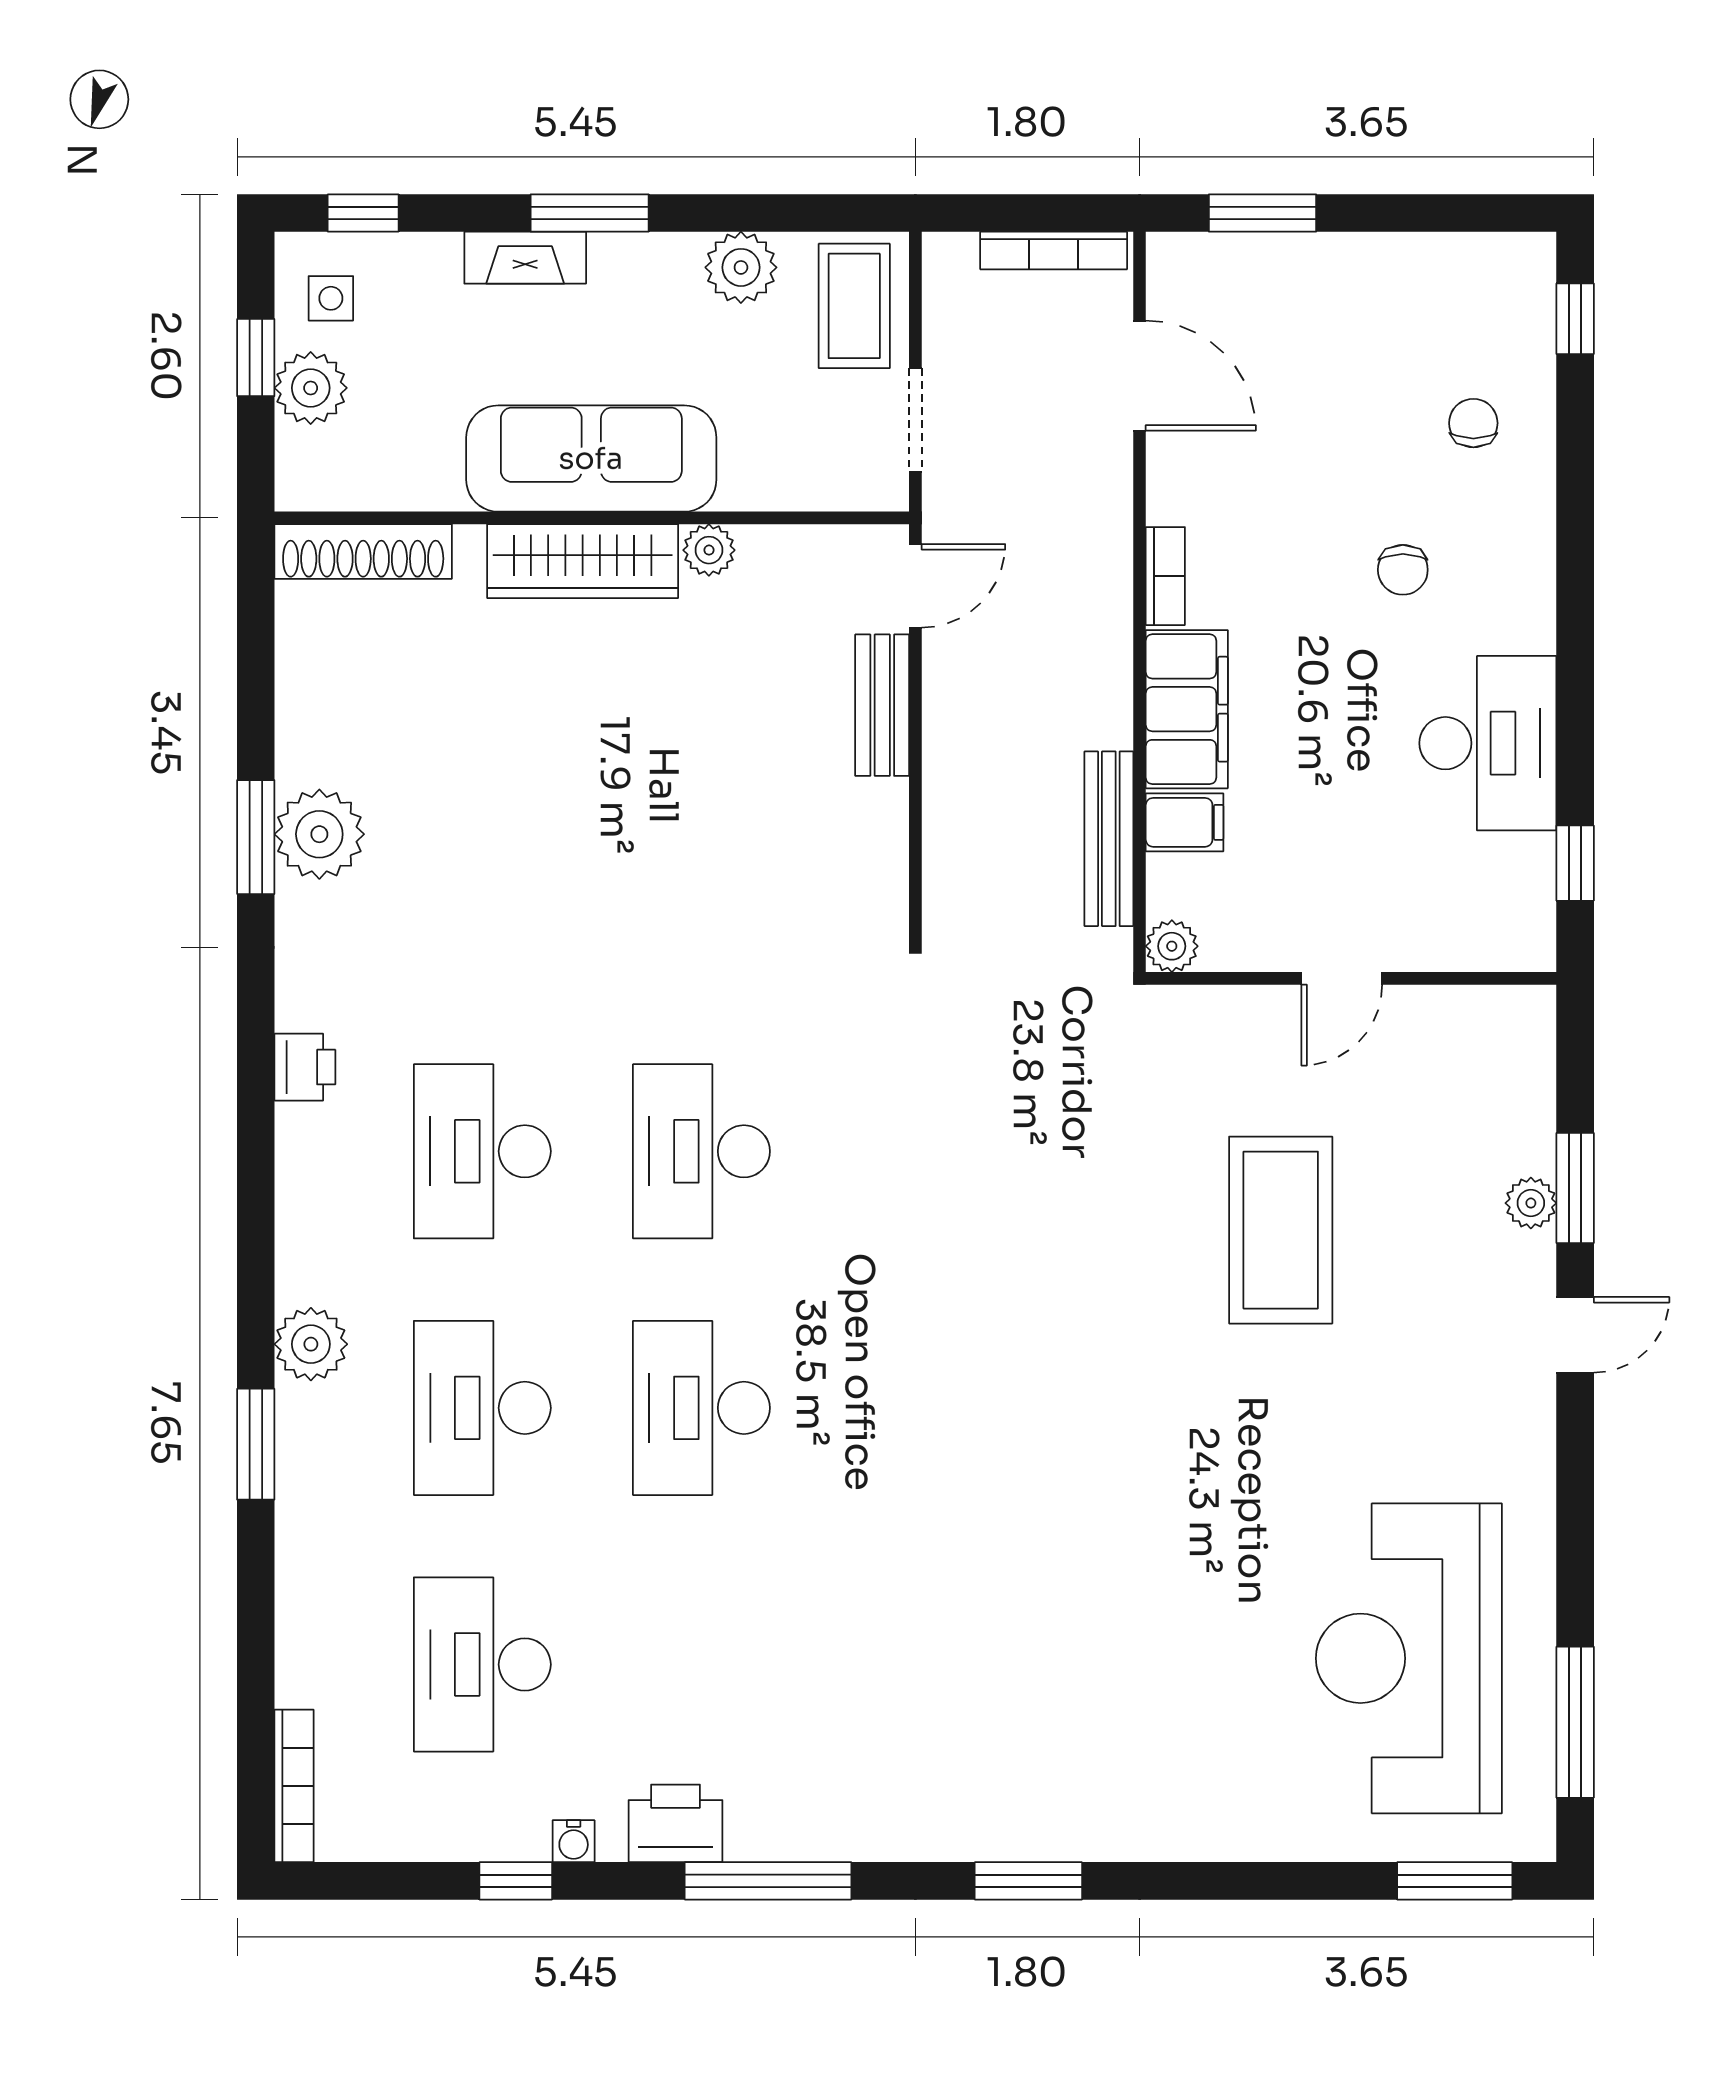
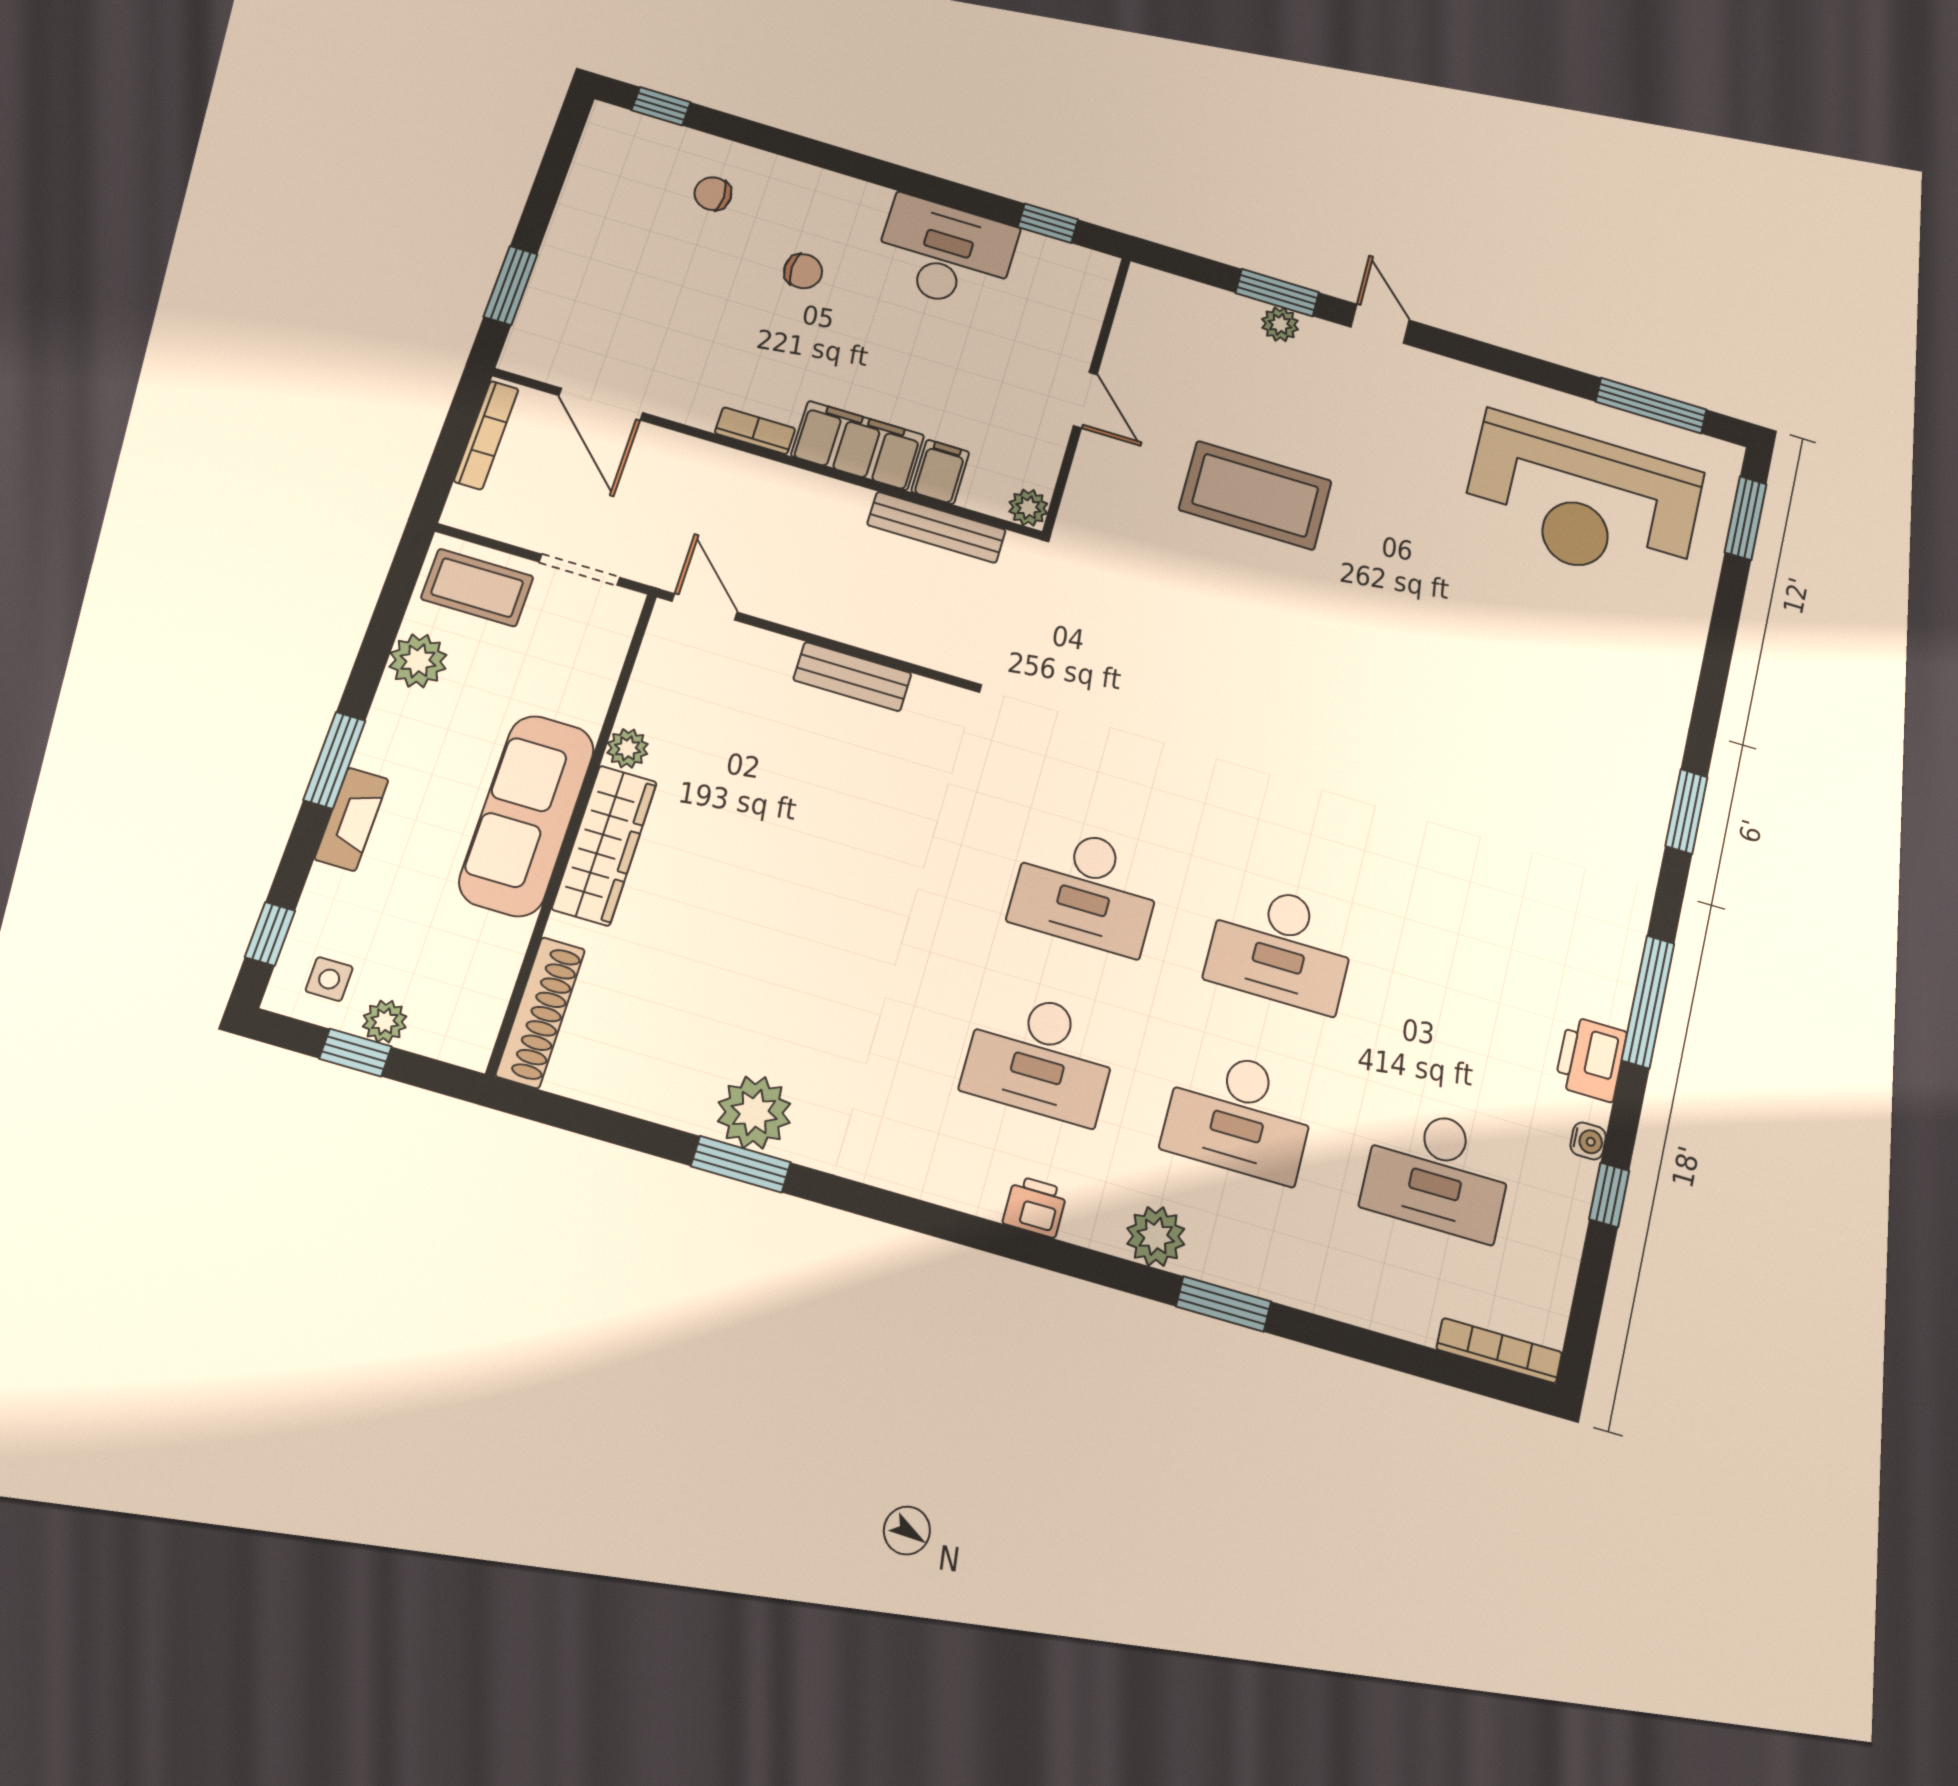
door: (1140, 376) -> (601, 404), swing flipped
plant: (311, 388) -> (385, 1021), width x0.73, depth x0.73
bench: (882, 705) -> (852, 677), moved
printer: (305, 1067) -> (1035, 1207), moved

